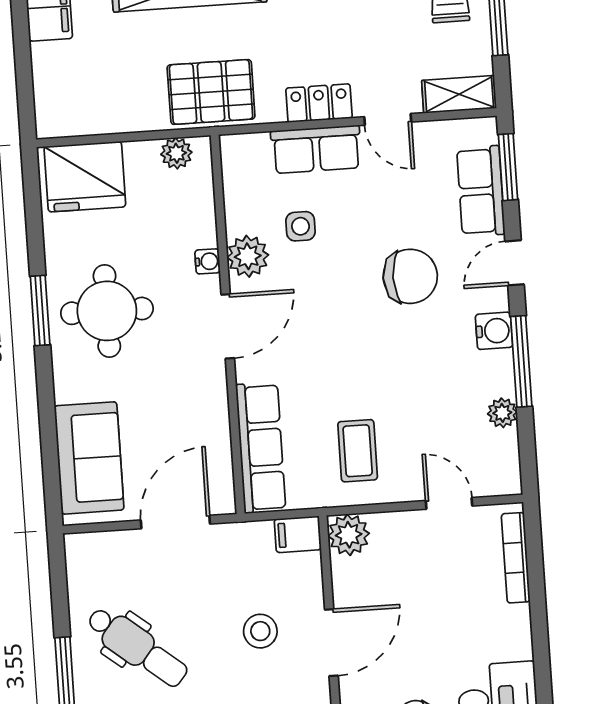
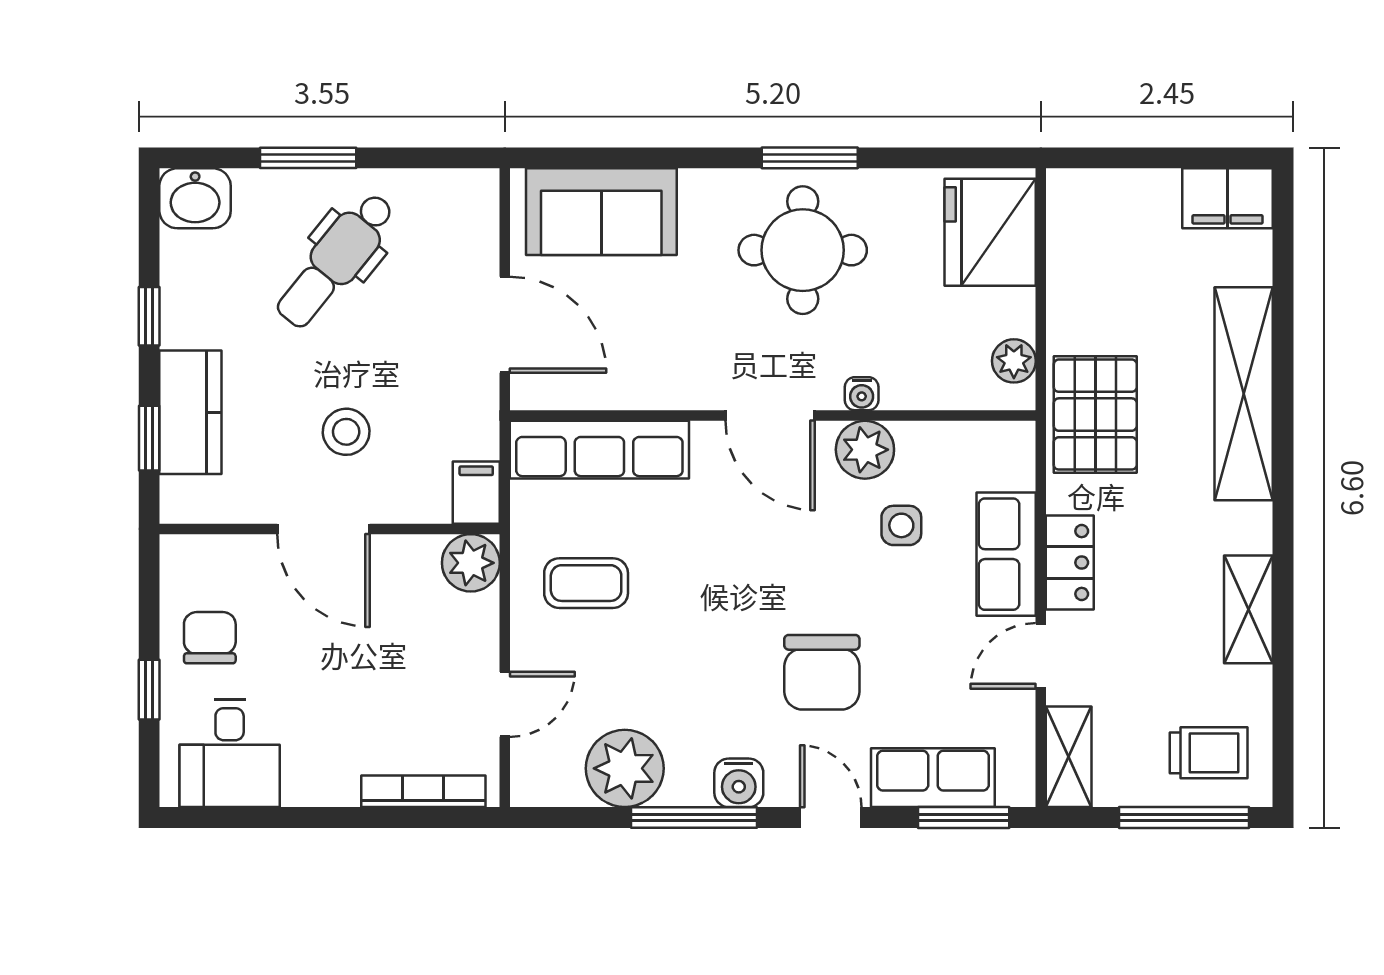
plant: (502, 413) -> (625, 768), width x1.87, depth x1.87

